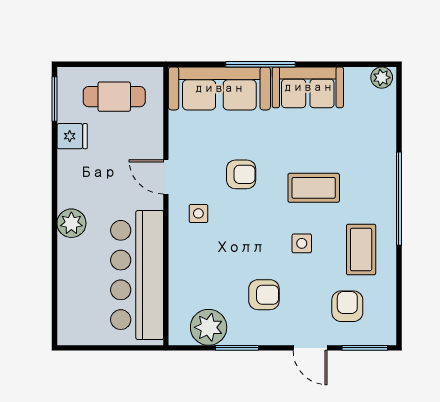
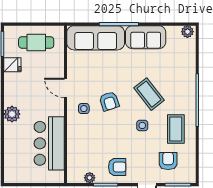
armchair: (241, 174) -> (109, 101), moved, turned 72
coffee table: (314, 188) -> (149, 94), turned 52
bar counter: (137, 275) -> (49, 143), width x0.73
armchair: (264, 295) -> (117, 167), moved
plant: (209, 327) -> (90, 178), width x0.53, depth x0.53

